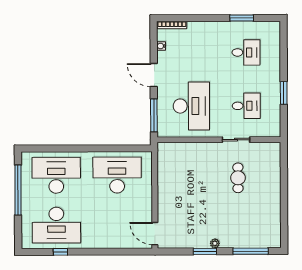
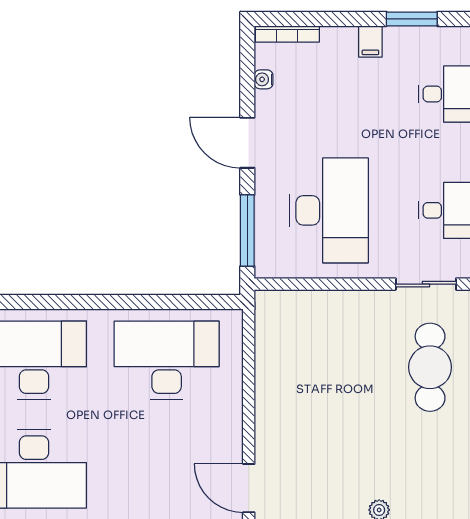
window: (242, 18) -> (412, 19), moved
filing cabinet: (210, 28) -> (370, 41), added
cafe table: (238, 178) -> (430, 367), width x1.37, depth x1.35

